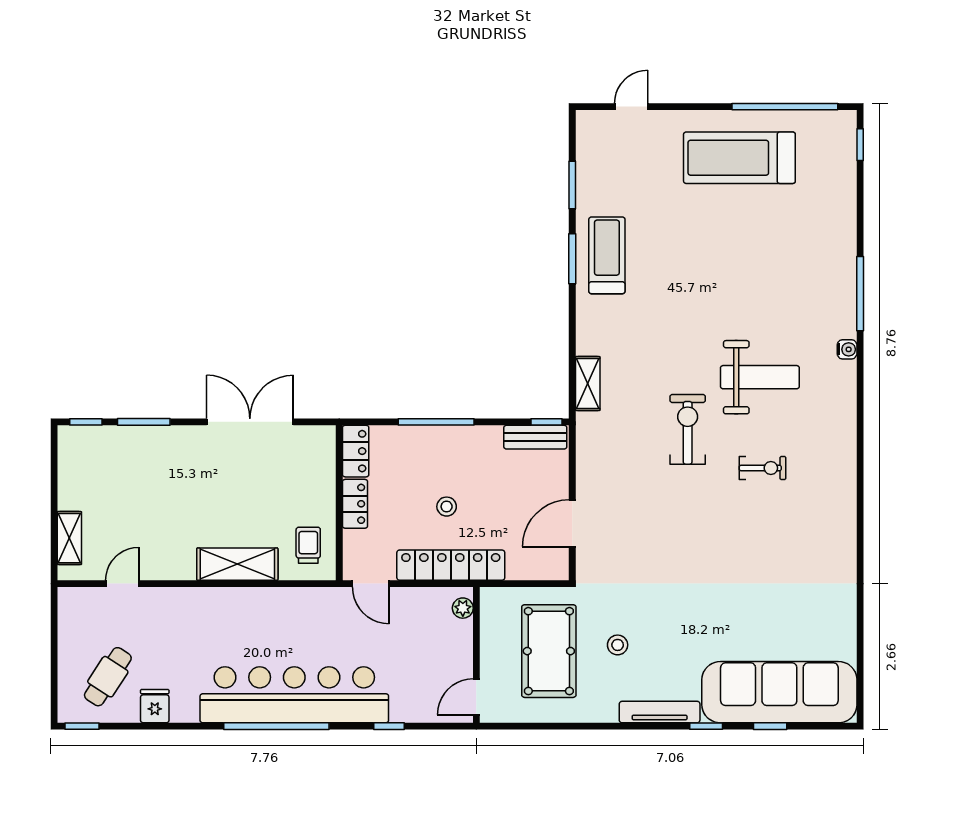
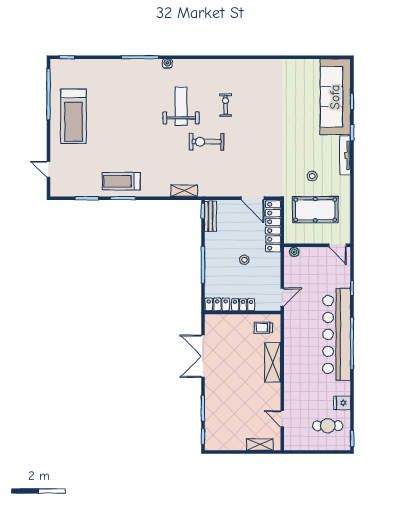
locker: (451, 565) -> (273, 226), moved
cafe table: (108, 677) -> (328, 426), turned -33

